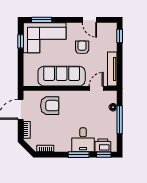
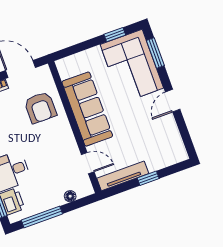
door: (89, 20) -> (173, 101), moved
window: (120, 36) -> (148, 178), moved
armchair: (82, 47) -> (137, 123), removed
window: (120, 120) -> (42, 217), moved

